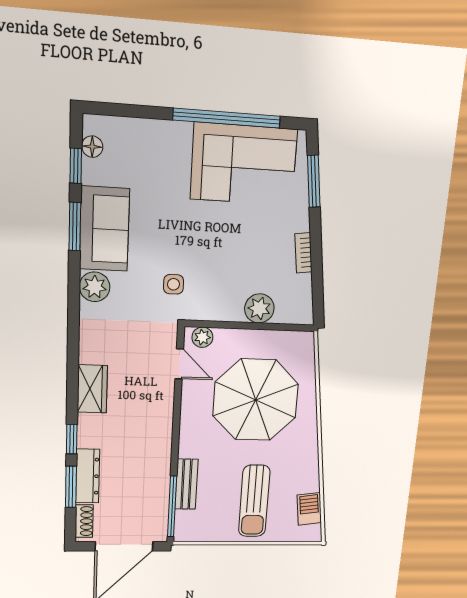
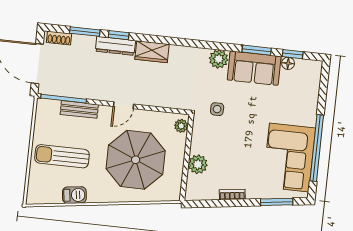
floor lamp: (92, 147) -> (288, 63), moved
door: (179, 364) -> (124, 105), moved
dresser: (88, 476) -> (115, 46), moved
barbecue: (309, 509) -> (74, 195), moved

